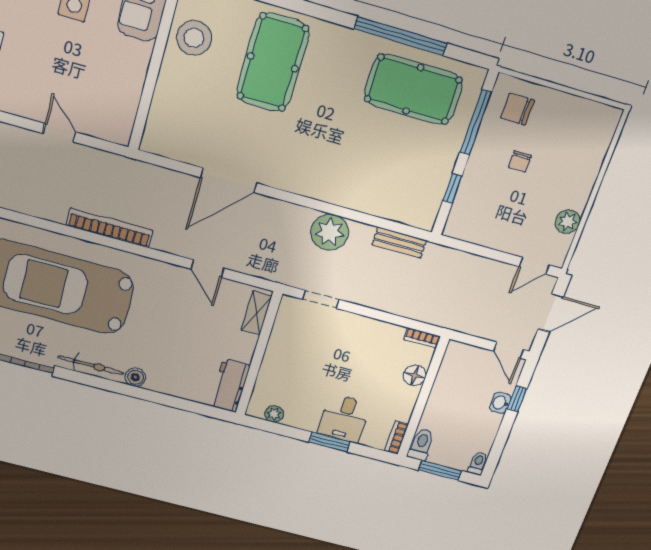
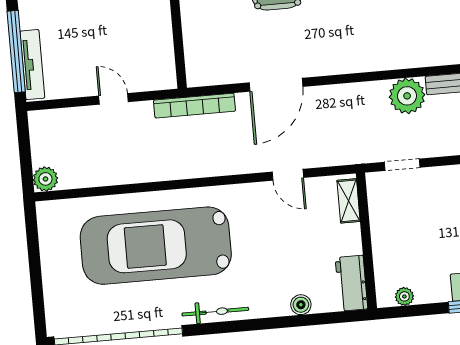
bookcase: (110, 228) -> (194, 106), moved, turned 180
plant: (330, 232) -> (407, 96), moved
boiler: (135, 377) -> (301, 305), moved

